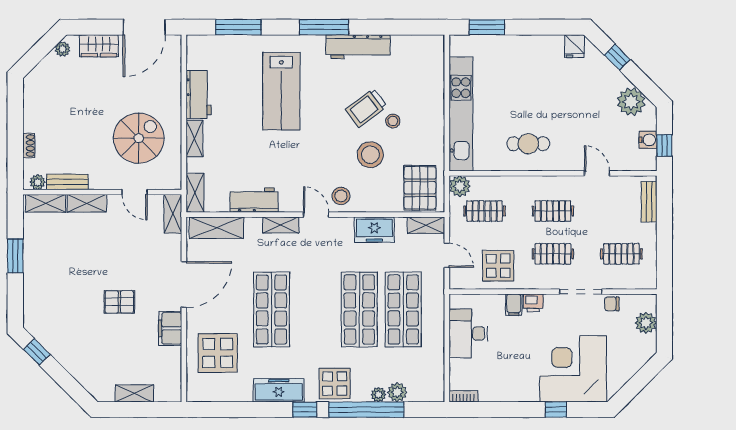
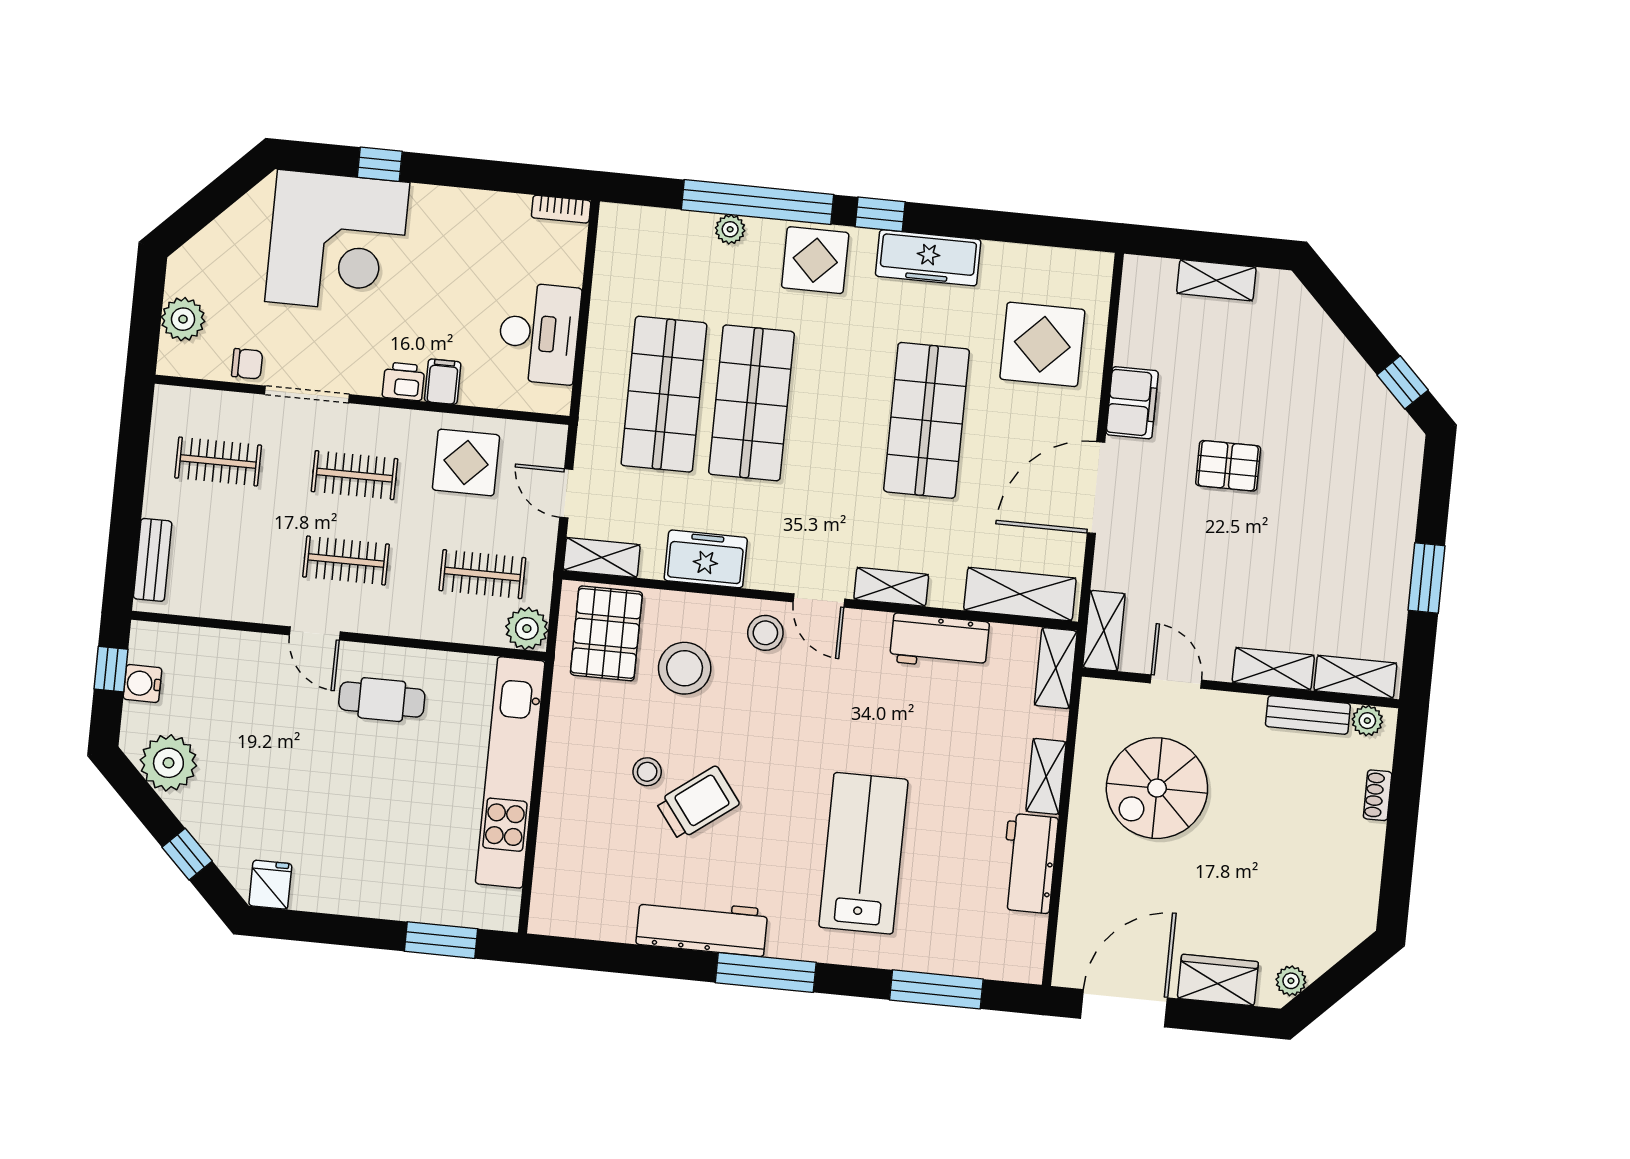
stool: (370, 155) -> (685, 668), moved
door: (597, 173) -> (315, 633), moved
plant: (397, 392) -> (692, 230), removed

